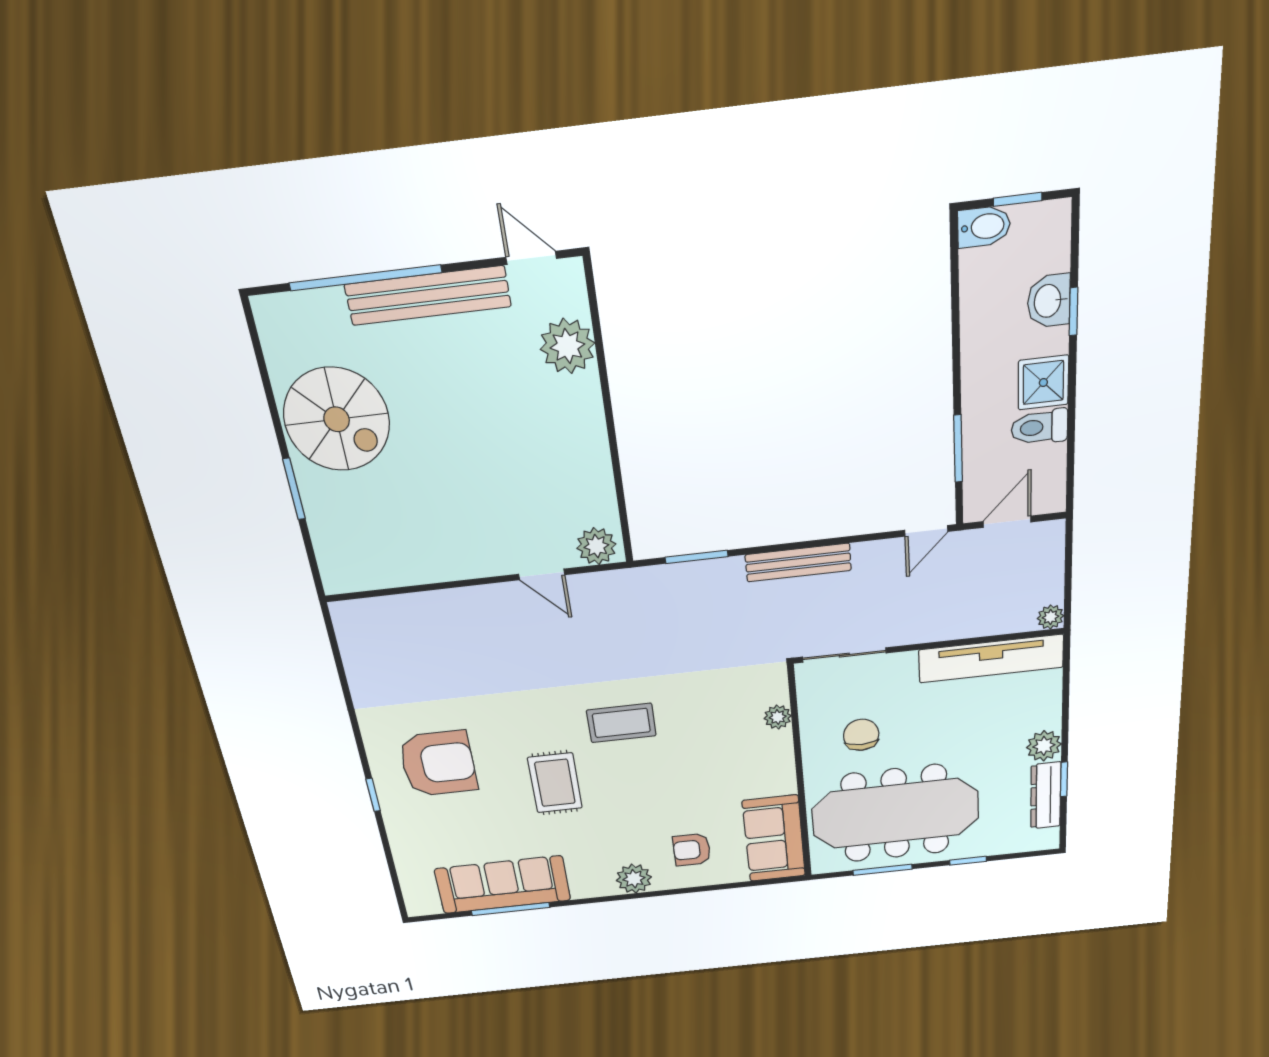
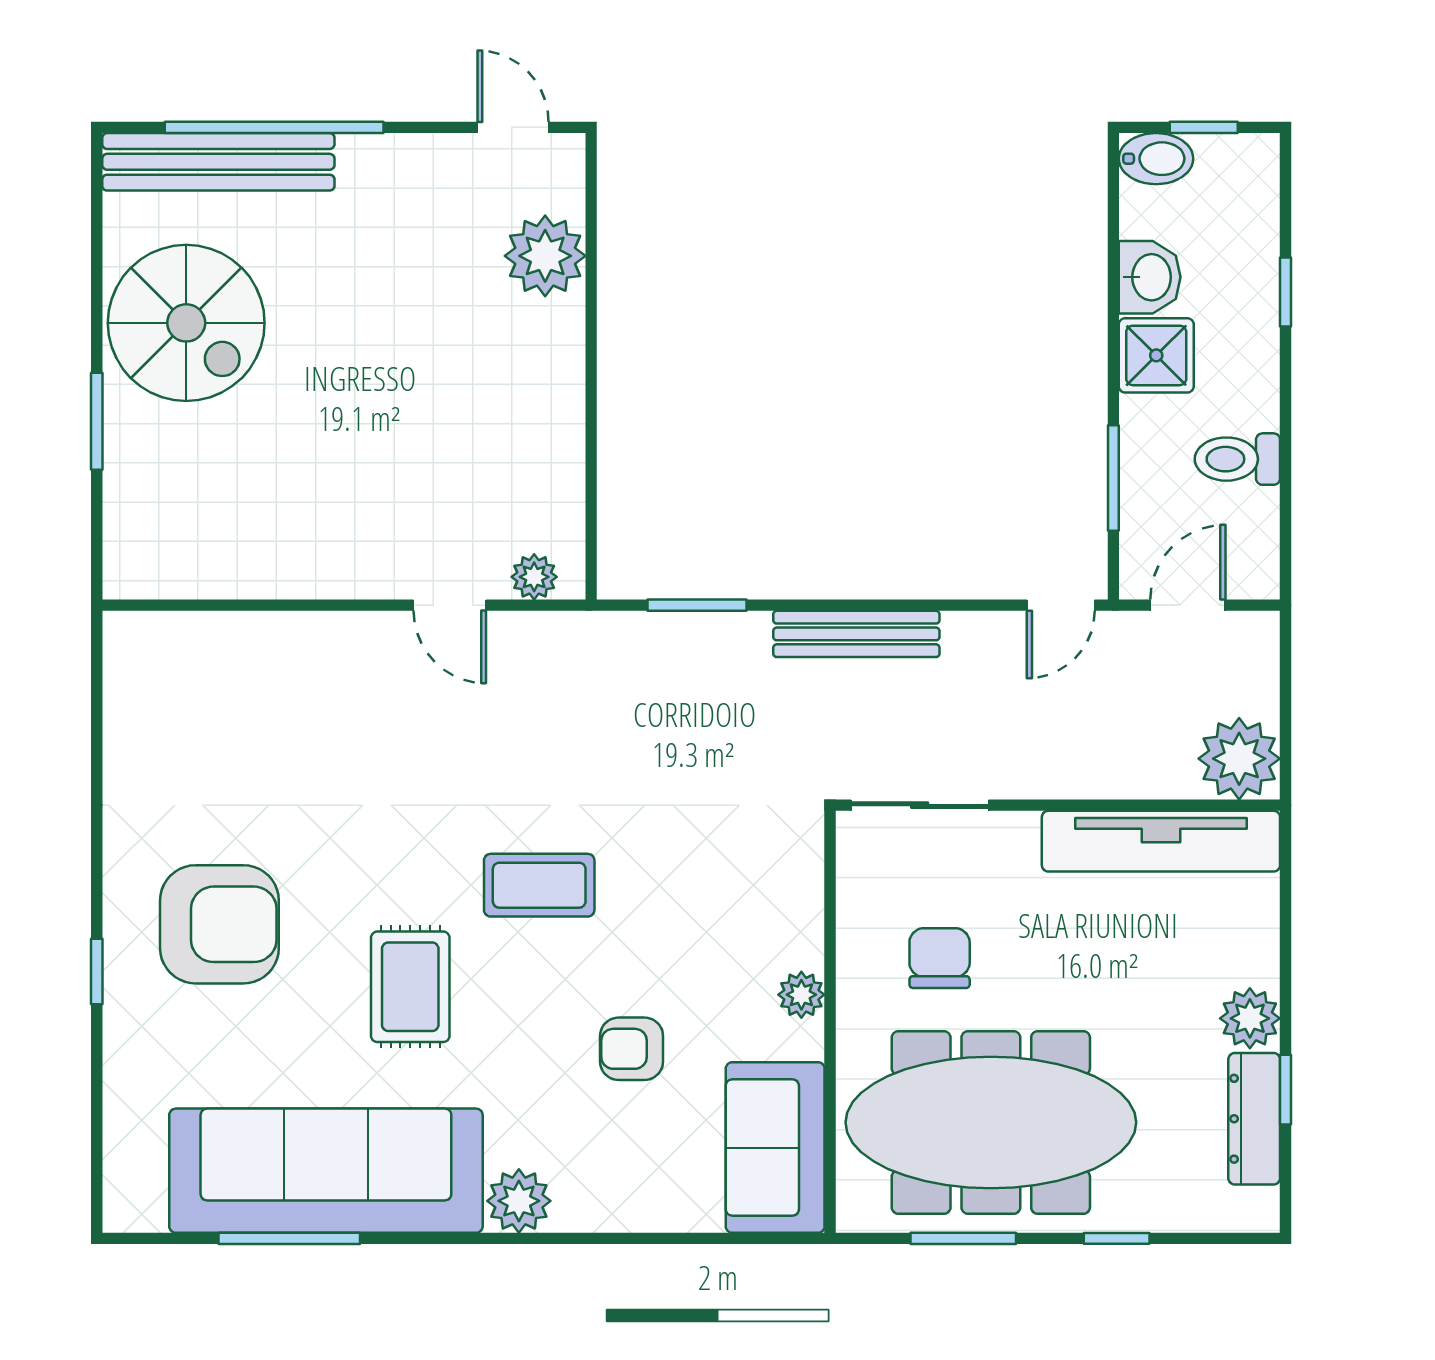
bench: (428, 296) -> (218, 162), moved
washbasin: (1049, 301) -> (1150, 277), moved, turned 180
shower: (1043, 383) -> (1156, 355), moved
plant: (596, 546) -> (534, 577), width x0.73, depth x0.73
plant: (1051, 617) -> (1239, 759), width x1.87, depth x1.87
plant: (778, 717) -> (801, 995), moved
armchair: (692, 850) -> (632, 1049), moved
sofa: (503, 885) -> (326, 1171), width x1.36, depth x1.27

